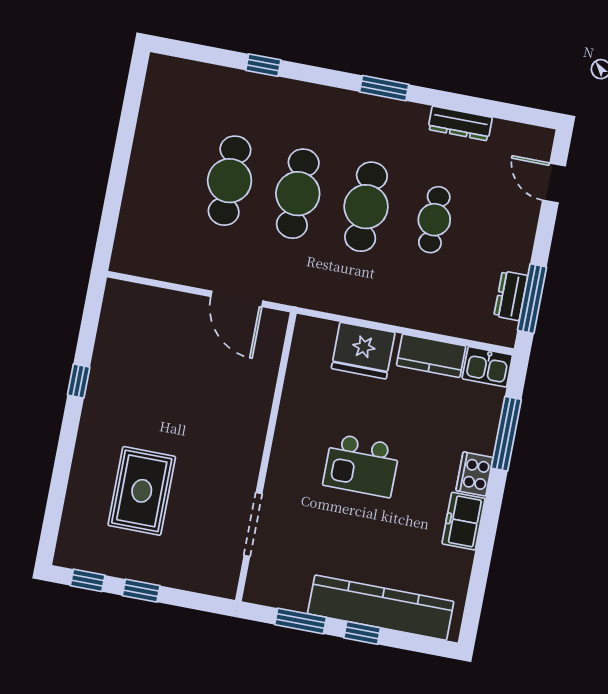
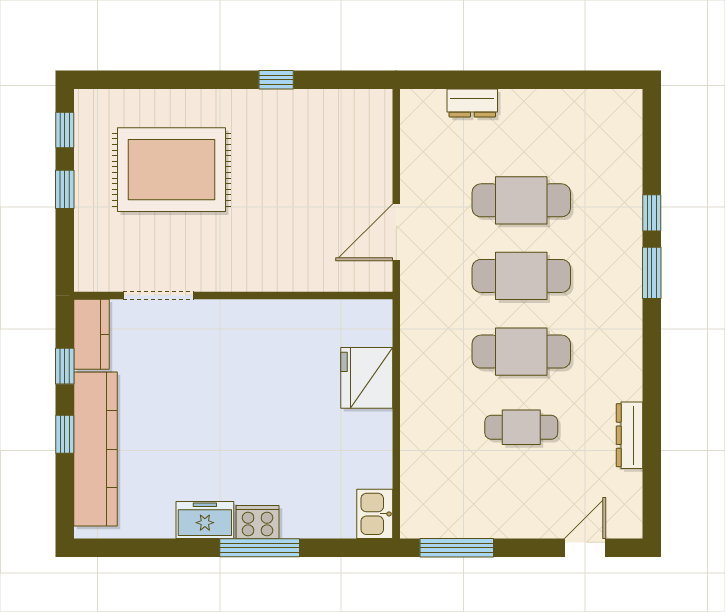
window: (384, 88) -> (652, 273), moved
dresser: (511, 296) -> (472, 103), moved, turned 180
kitchen counter: (431, 356) -> (92, 334), moved, turned 180
window: (506, 434) -> (260, 548), moved
kitchen island: (361, 465) -> (243, 399), removed
rug: (142, 491) -> (172, 170), width x1.37, depth x1.44
window: (301, 621) -> (65, 366), width x0.67

